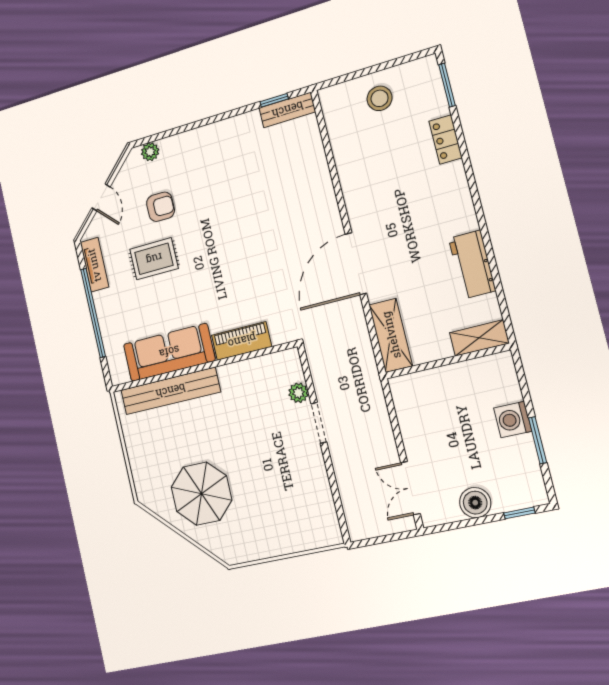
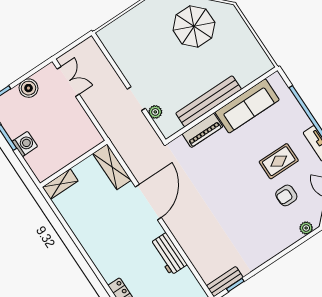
workbench: (472, 264) -> (168, 254), moved, turned 180
bench: (170, 391) -> (209, 101), moved

